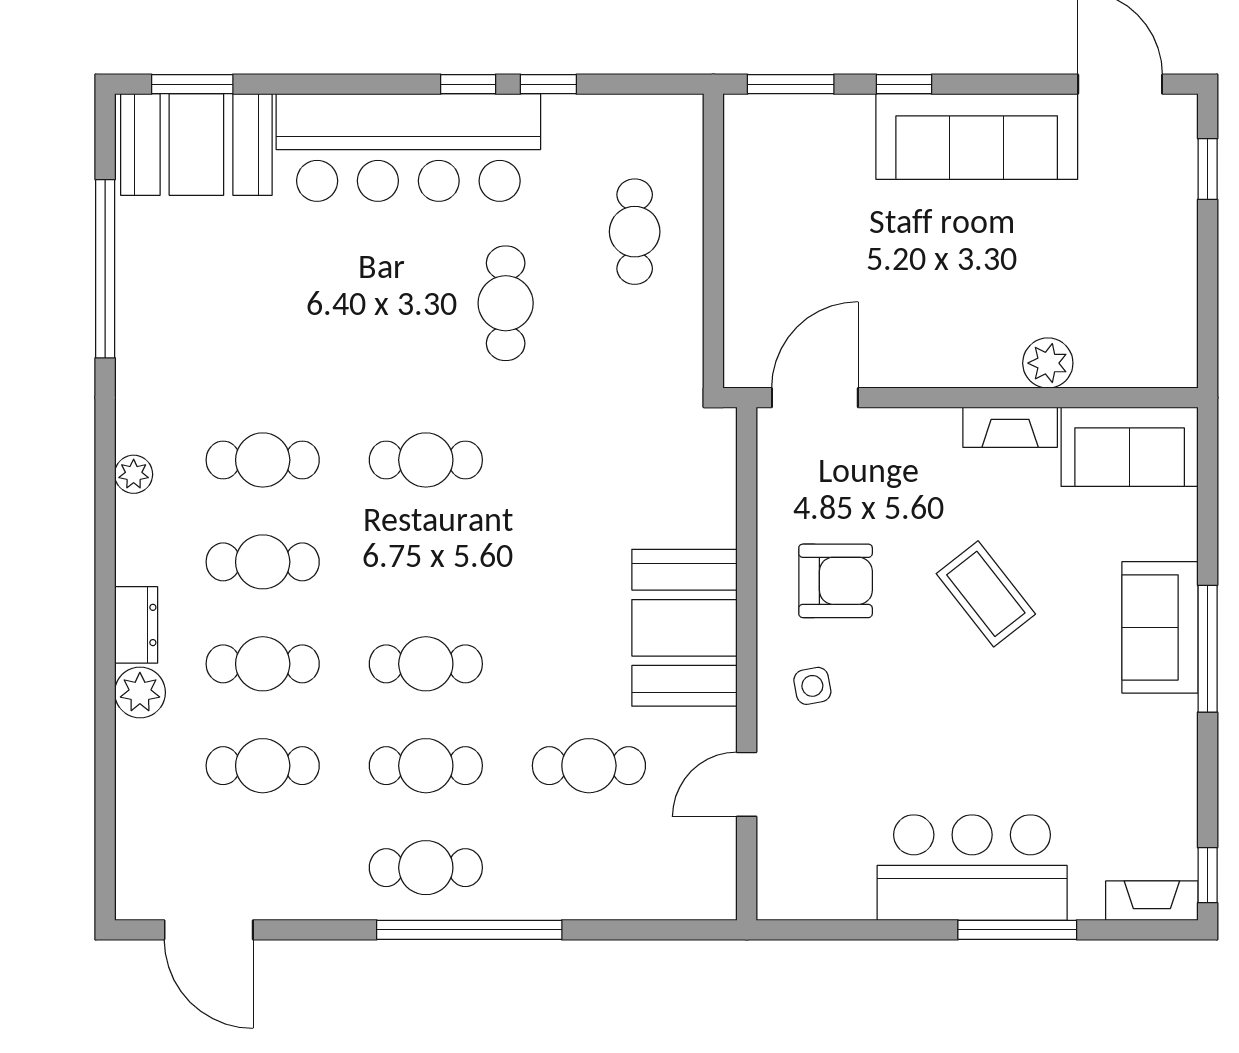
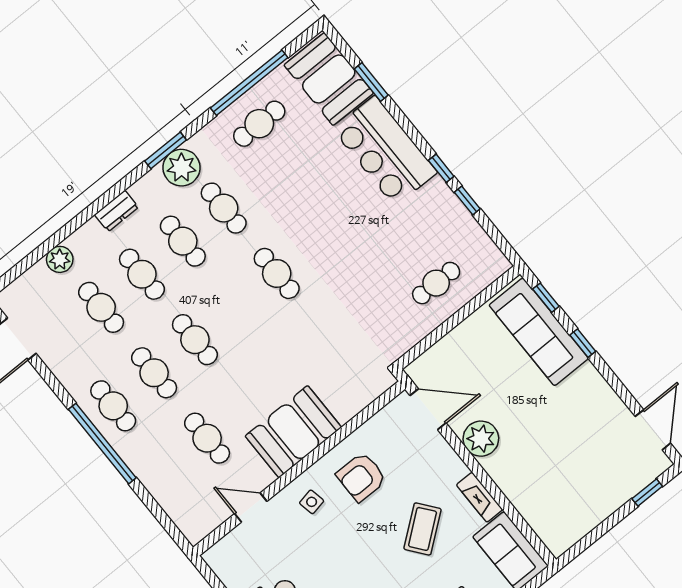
window: (192, 84) -> (371, 82), moved
window: (791, 84) -> (546, 298), width x0.67
sofa: (977, 136) -> (539, 332), moved
bar counter: (408, 147) -> (385, 151), width x0.73
cafe table: (506, 303) -> (259, 124), moved
plant: (1048, 363) -> (481, 439), moved, width x1.36, depth x1.36
plant: (134, 474) -> (181, 168), width x1.88, depth x1.88
window: (105, 477) -> (166, 150), added
armchair: (836, 581) -> (361, 477), turned 90
coffee table: (986, 594) -> (423, 529), moved
plant: (140, 692) -> (60, 259), moved

